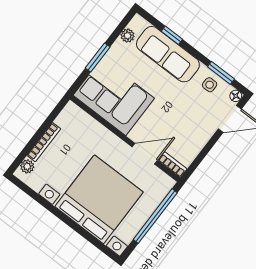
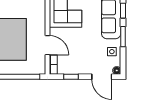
window: (221, 73) -> (123, 37), moved
window: (202, 155) -> (71, 77), added

